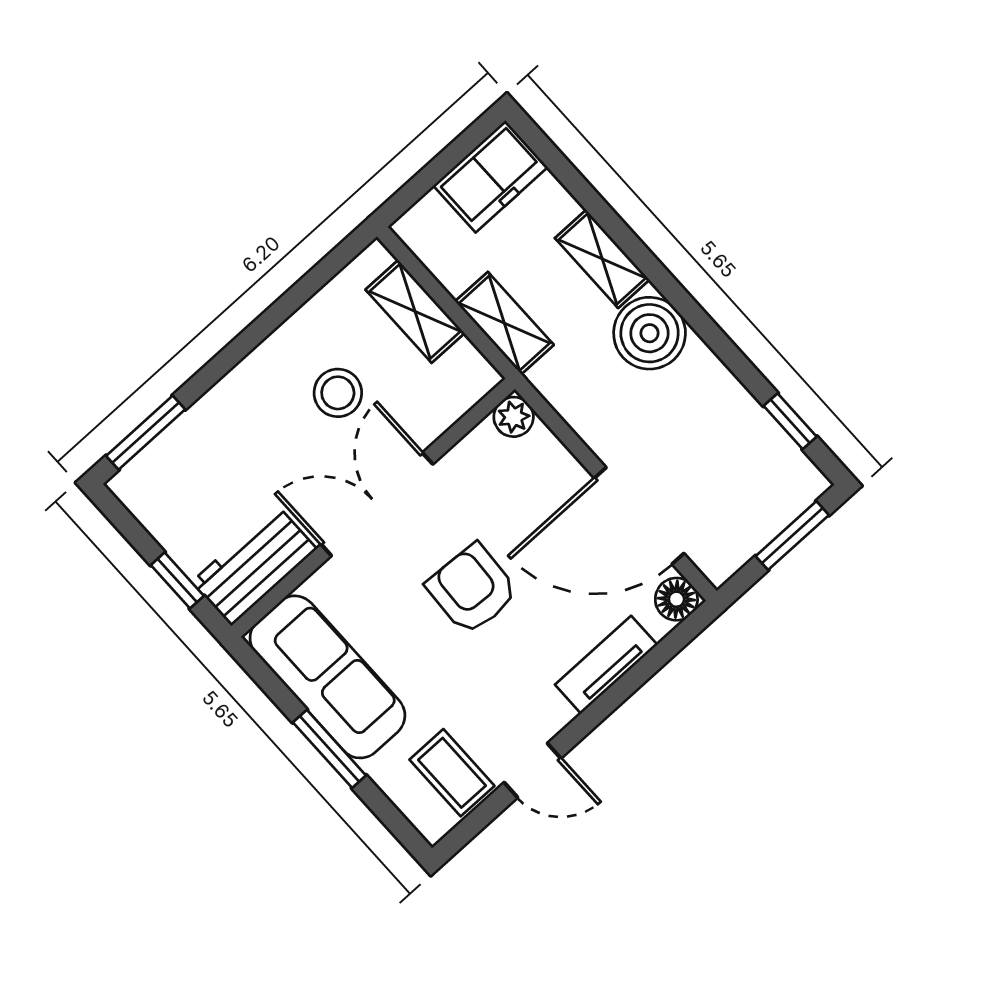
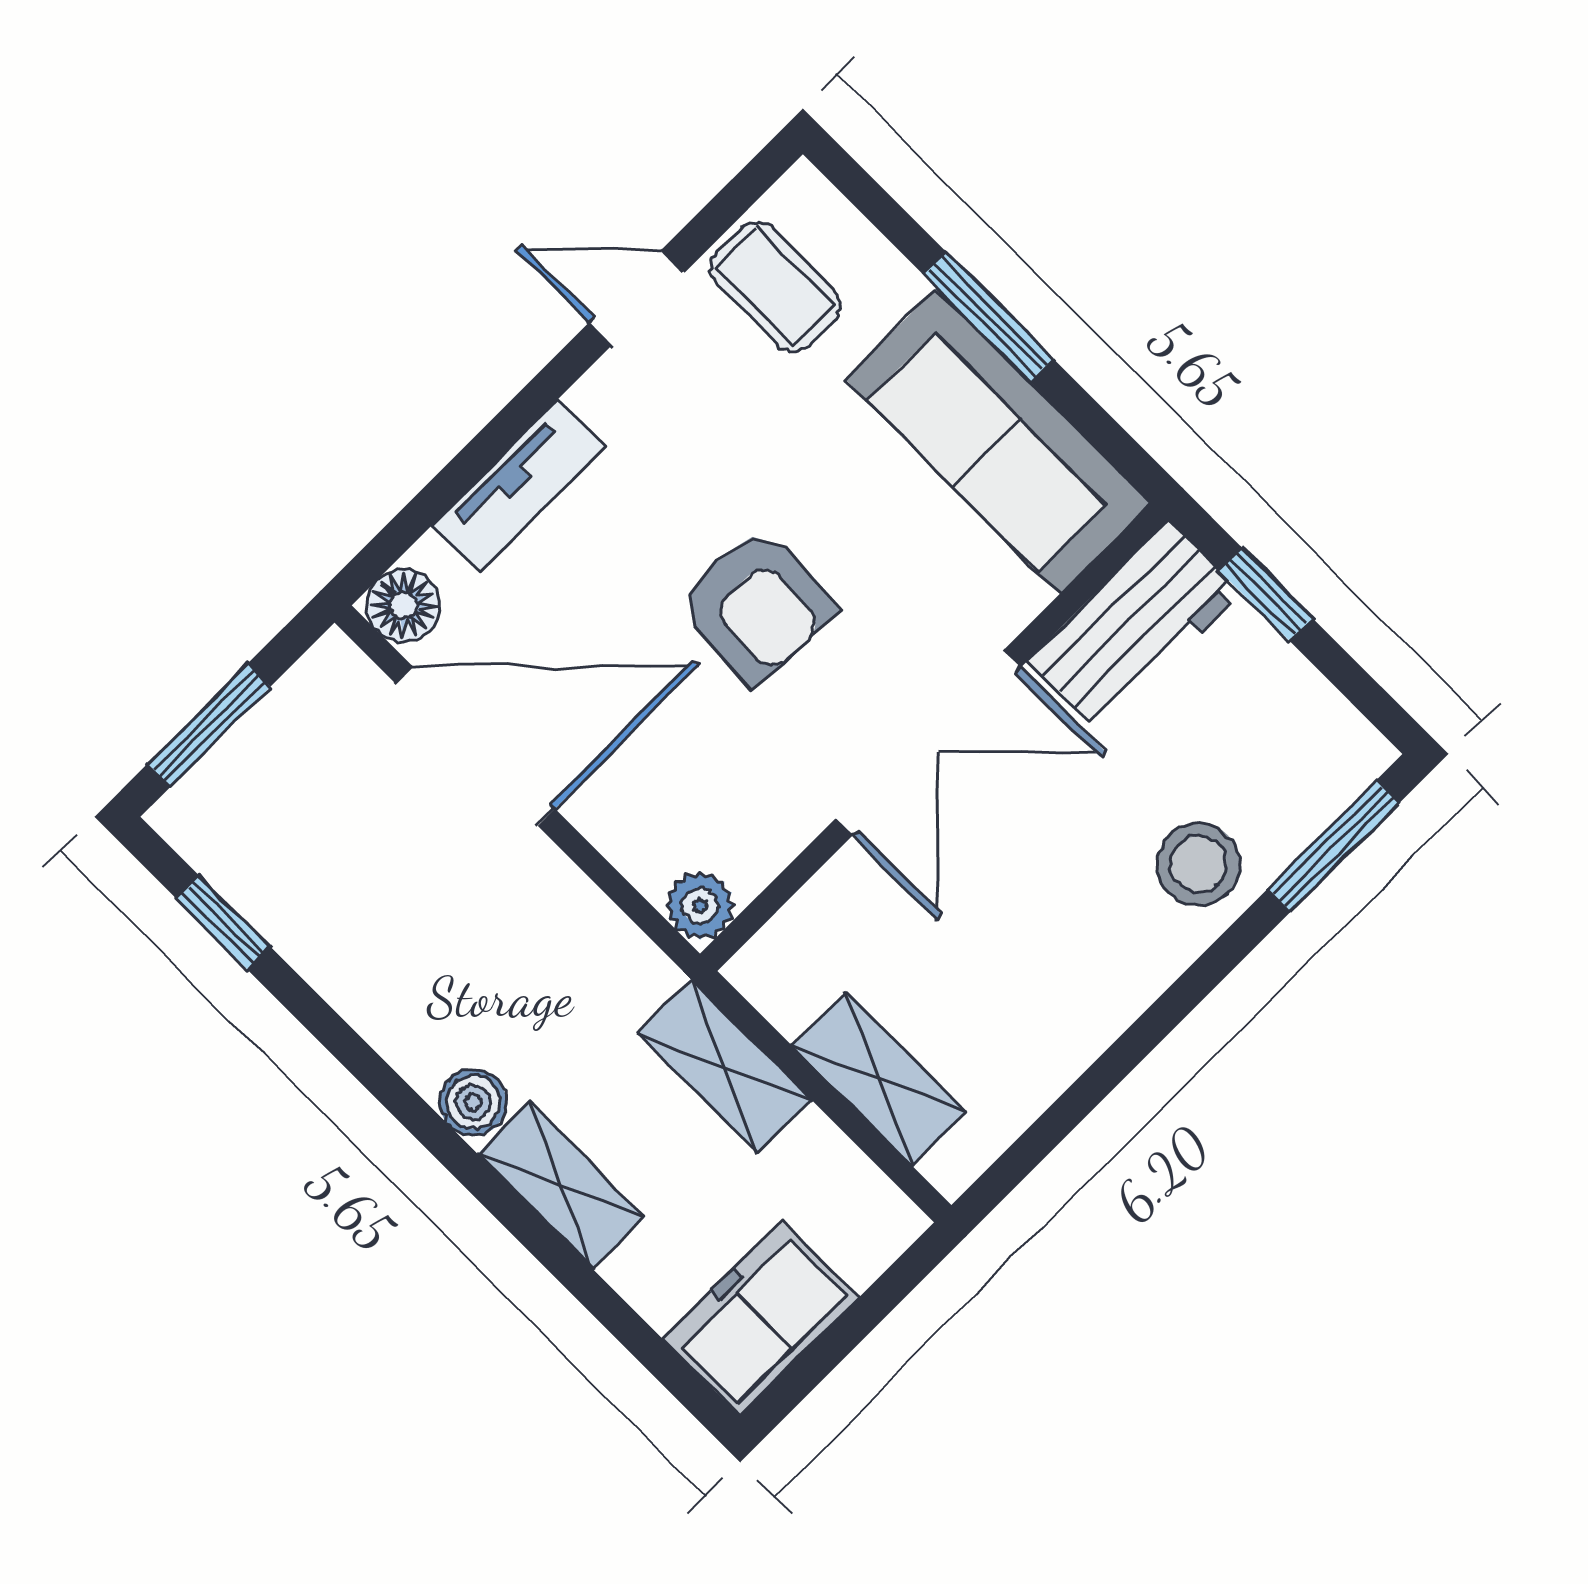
boiler: (650, 333) -> (473, 1102), width x0.54, depth x0.54
stool: (338, 393) -> (1199, 864), moved

